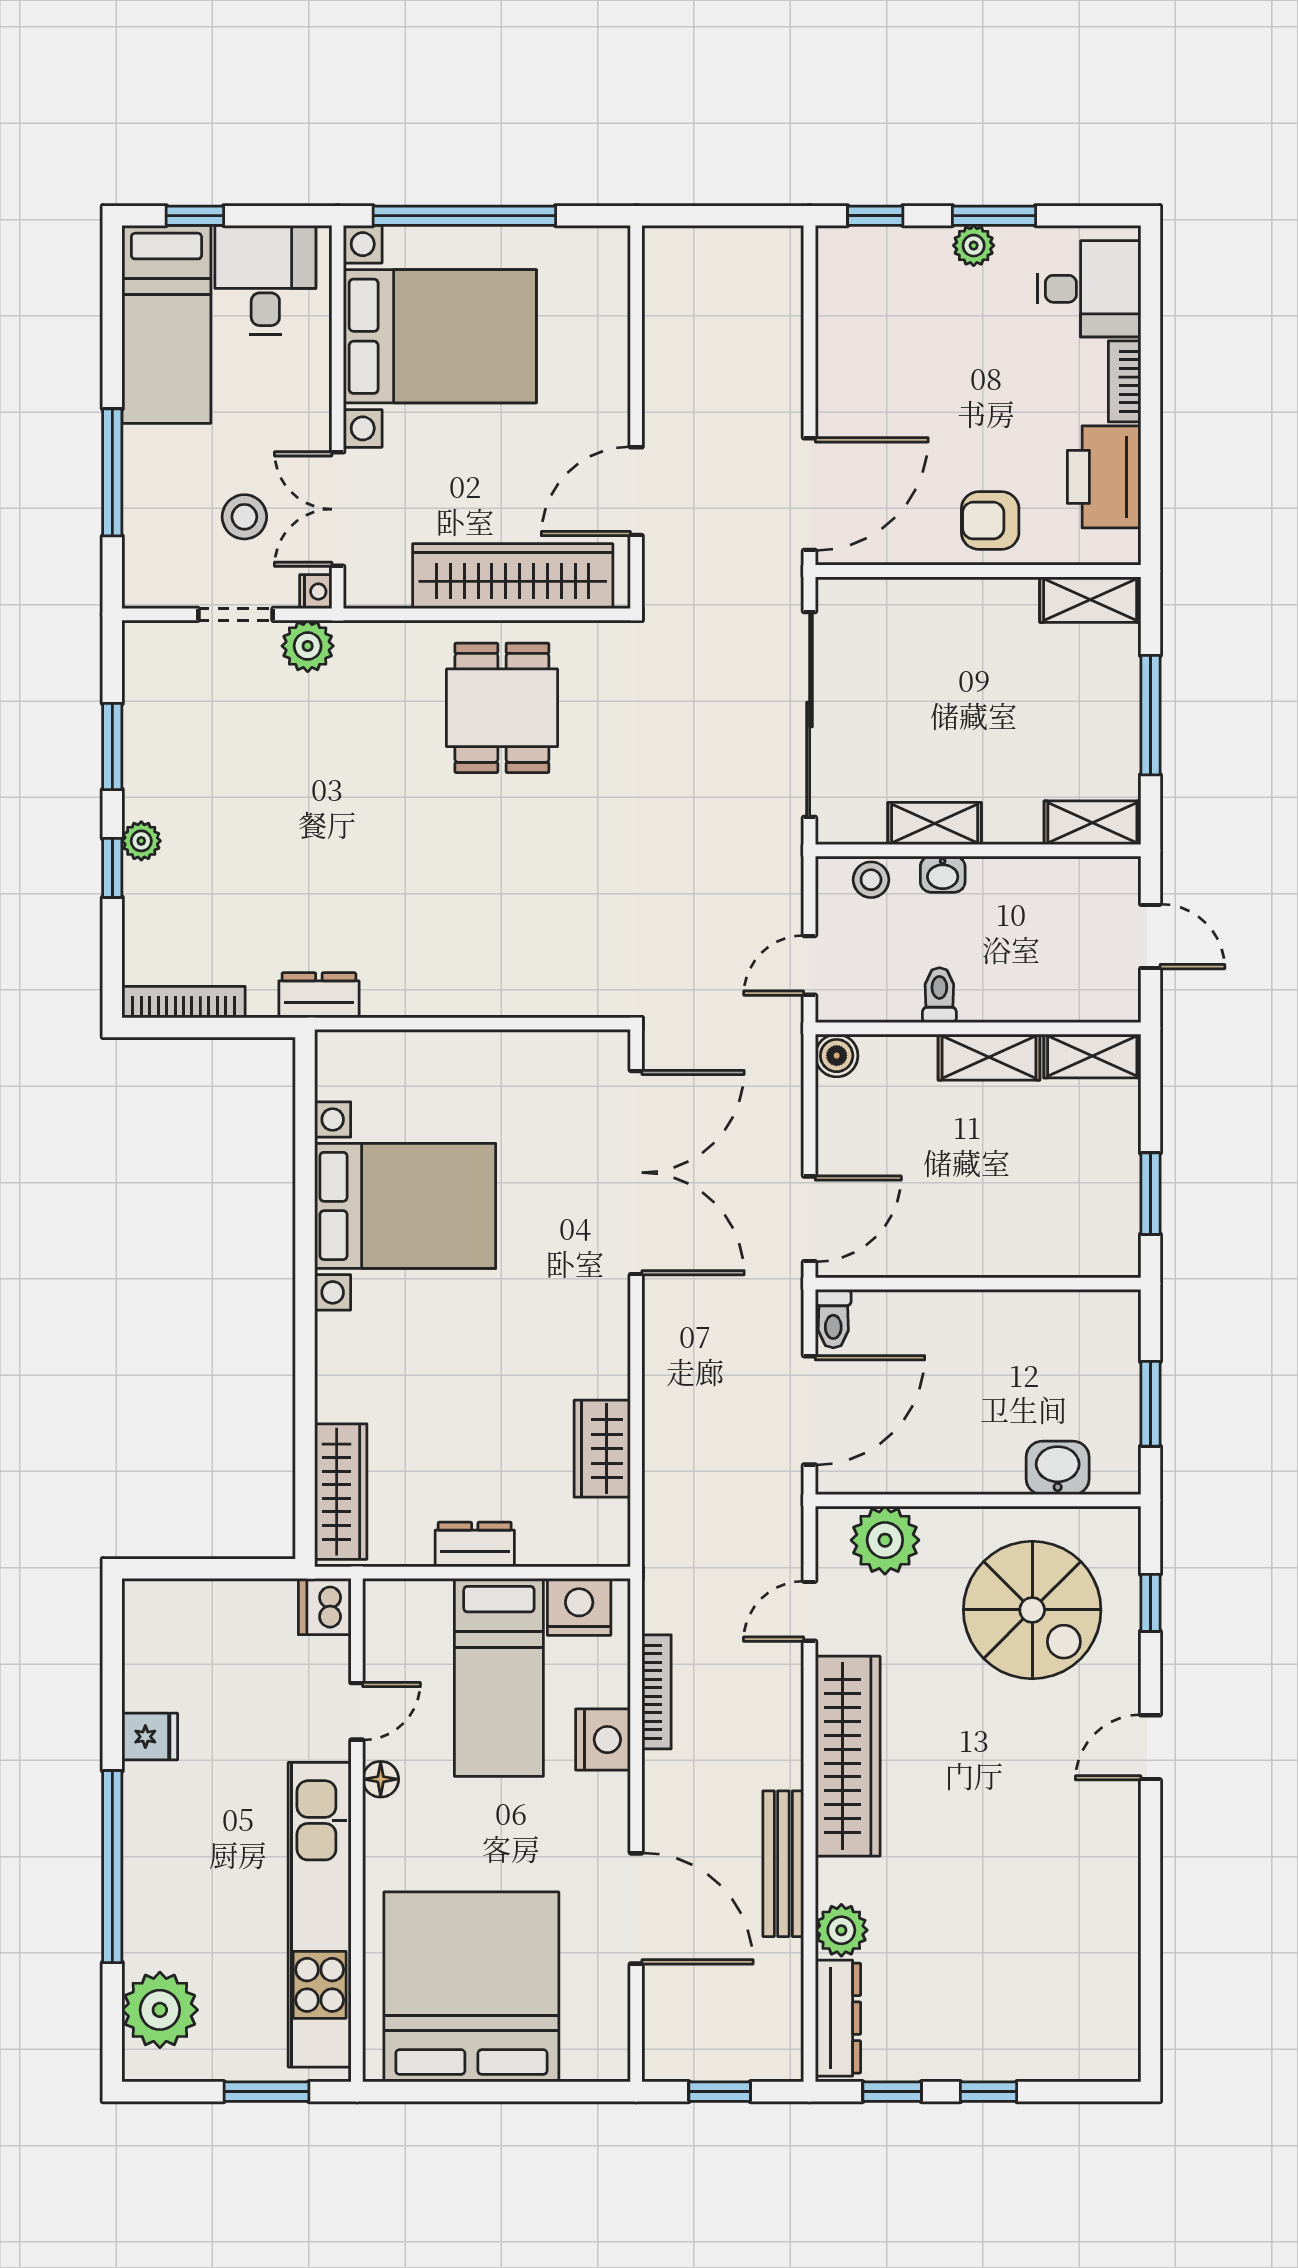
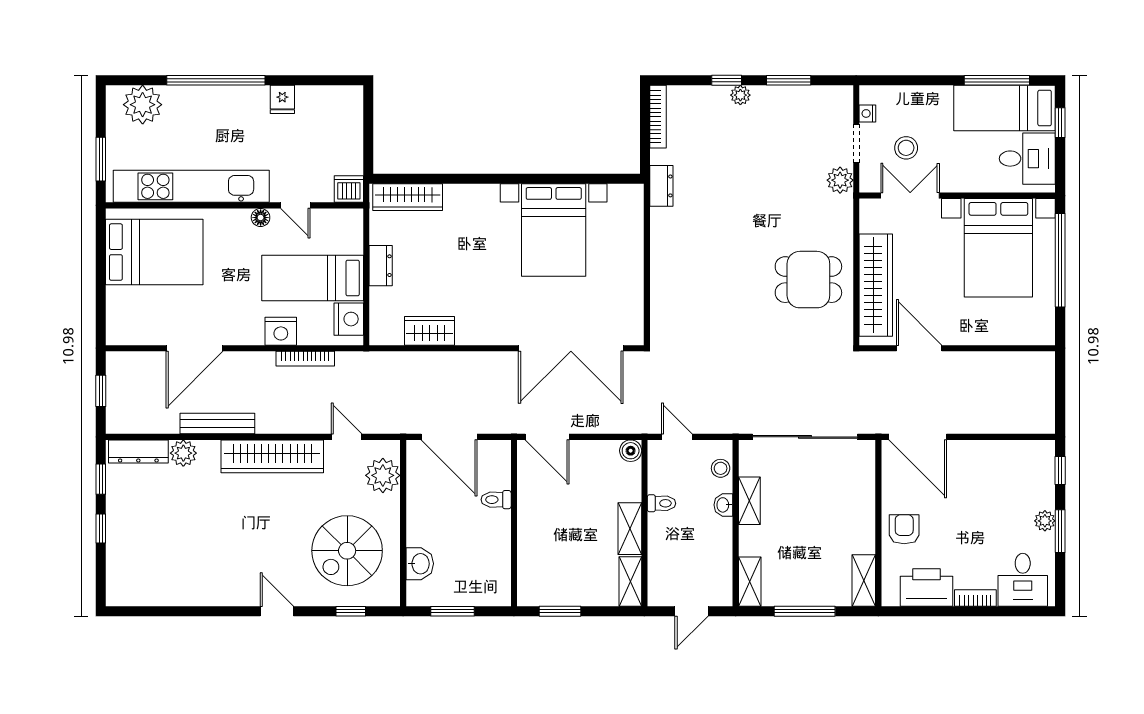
window: (112, 472) -> (997, 80), moved
nightstand: (316, 592) -> (867, 113), moved, turned 90
toilet: (833, 1319) -> (496, 500), moved
bed: (471, 1987) -> (154, 252), width x0.73

